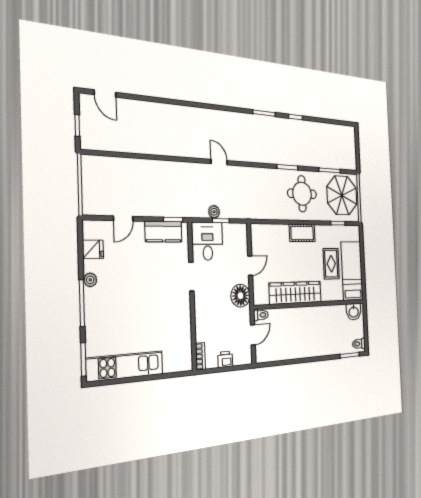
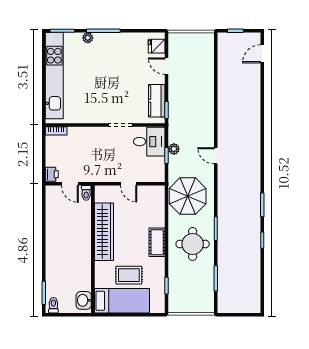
door: (219, 162) -> (216, 156), swing flipped
parasol: (342, 195) -> (188, 196), moved
fridge: (93, 249) -> (157, 46), moved, turned 90
plant: (90, 280) -> (88, 38), moved
floor lamp: (240, 296) -> (103, 172), removed
printer: (225, 359) -> (52, 174), moved
kitchen unit: (125, 366) -> (54, 76), width x1.36

